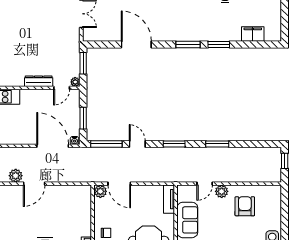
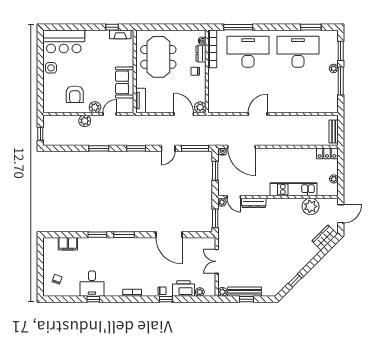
door: (62, 88) -> (234, 197), swing flipped
door: (137, 144) -> (168, 148), hinge flipped
plant: (16, 176) -> (85, 121), moved

